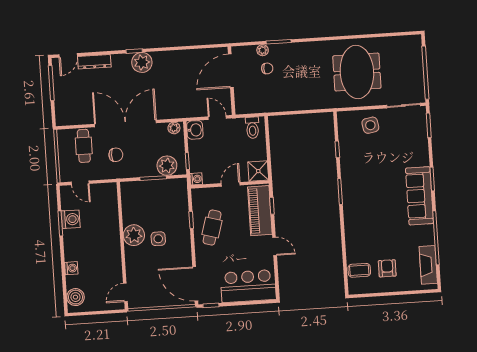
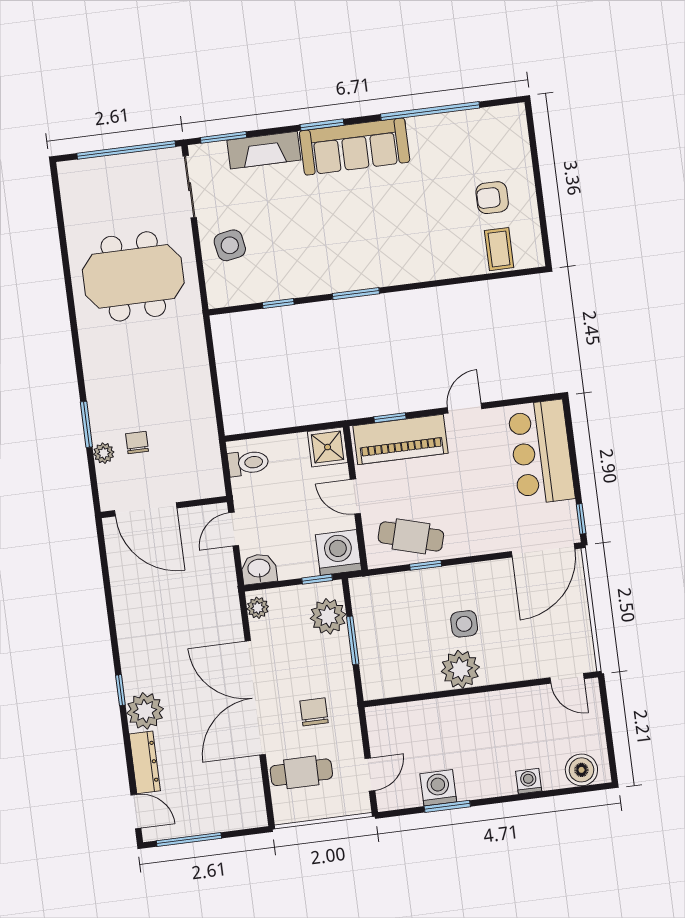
plant: (142, 62) -> (145, 711), moved
washing machine: (196, 179) -> (338, 552), width x1.89, depth x1.89
cafe table: (212, 228) -> (411, 536), moved
fireplace: (428, 265) -> (264, 150), moved

